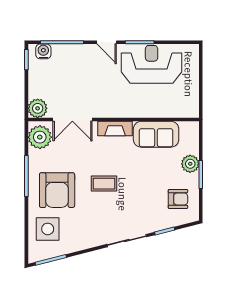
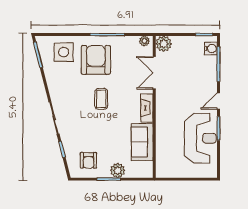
plant: (40, 137) -> (144, 41), width x0.53, depth x0.53
armchair: (57, 190) -> (96, 60), turned 90

